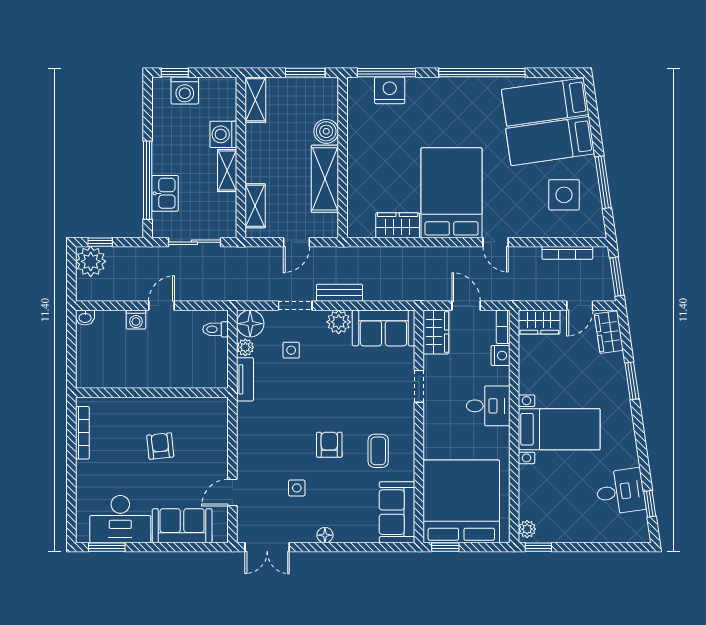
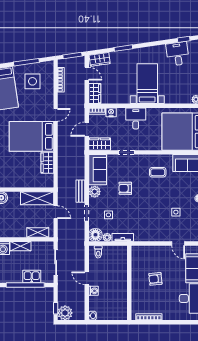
shelving: (325, 179) -> (37, 198), moved
armchair: (329, 445) -> (125, 188), moved

